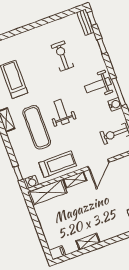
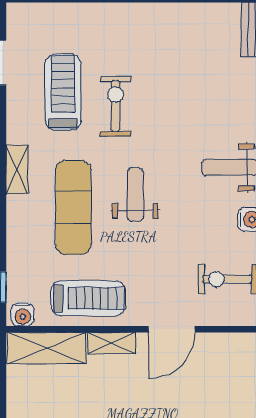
exercise bike: (62, 56) -> (116, 106), moved

